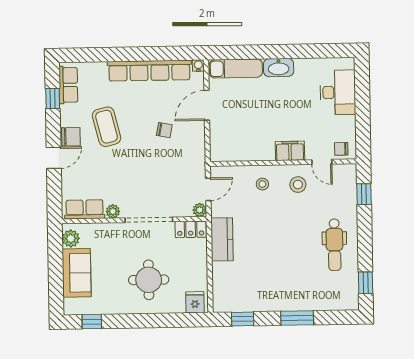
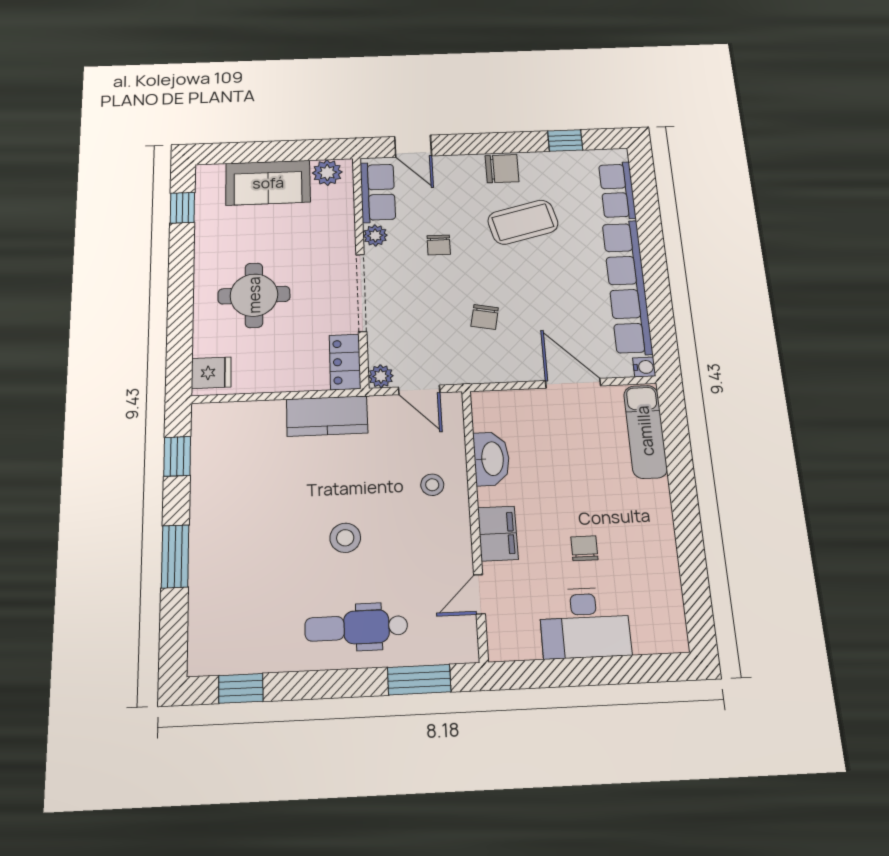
washbasin: (279, 68) -> (491, 459), moved, turned 180
row of seats: (68, 85) -> (617, 191), moved, turned 90
desk: (338, 92) -> (585, 623), moved
chair: (164, 130) -> (485, 317), moved
chair: (71, 137) -> (502, 169), turned -90
chair: (341, 149) -> (584, 548), moved
door: (54, 158) -> (413, 146), moved
chair: (120, 175) -> (439, 245), added
stool: (298, 185) -> (345, 538), moved
window: (364, 194) -> (419, 680), width x1.50
dental chair: (334, 245) -> (356, 627), moved

